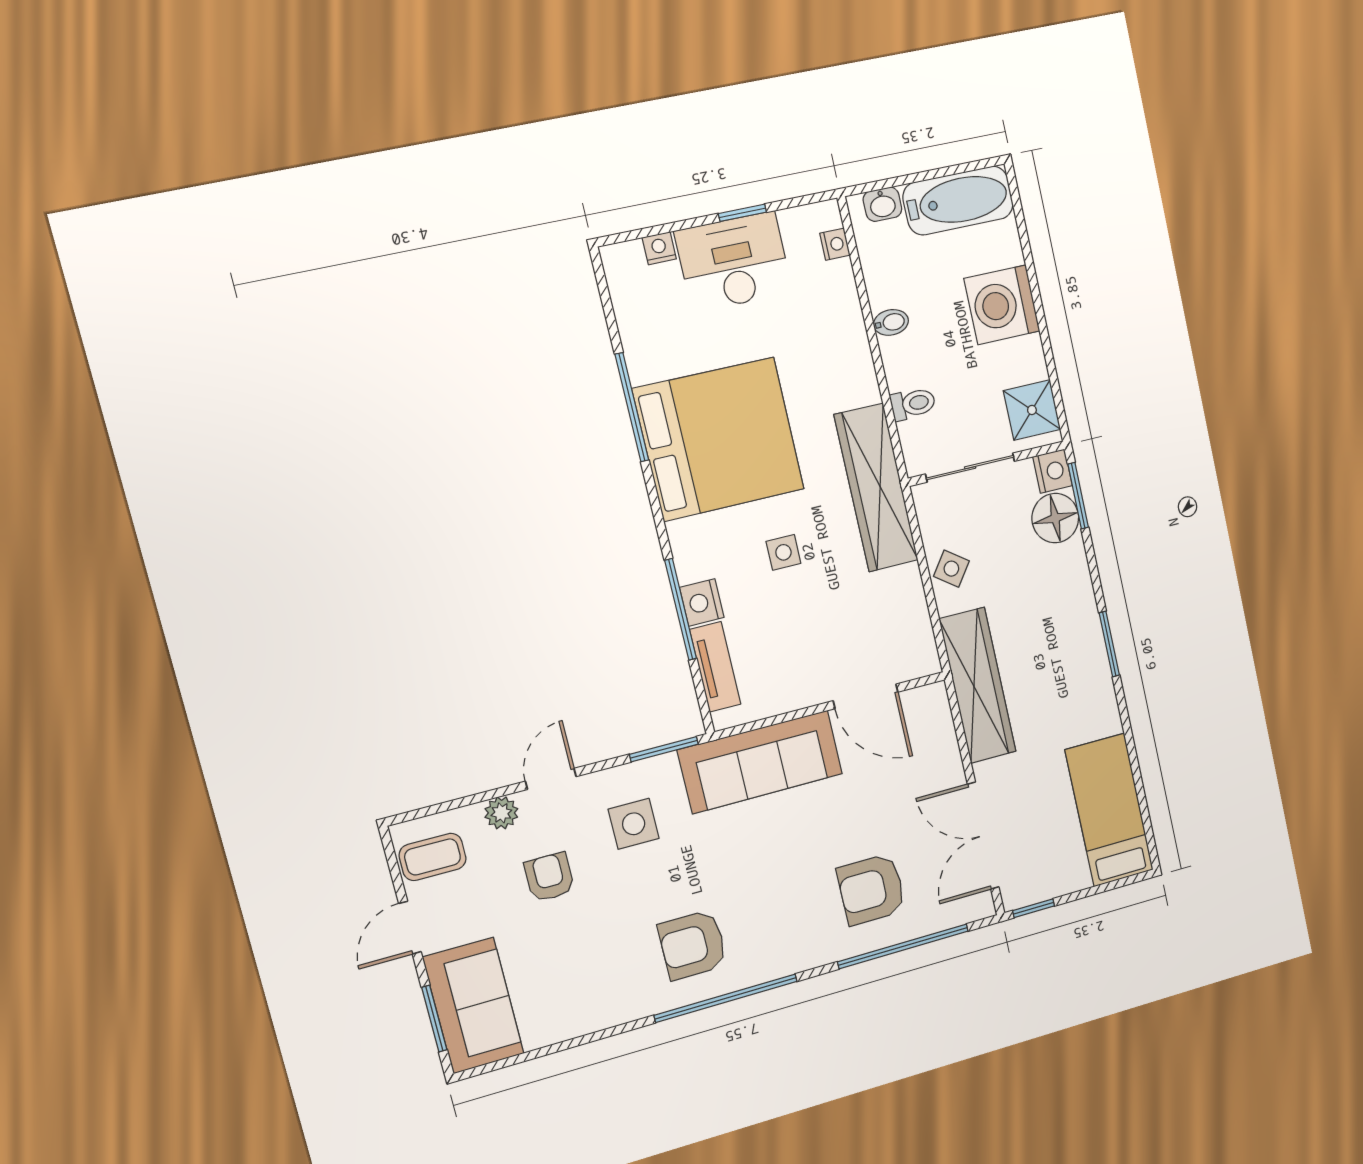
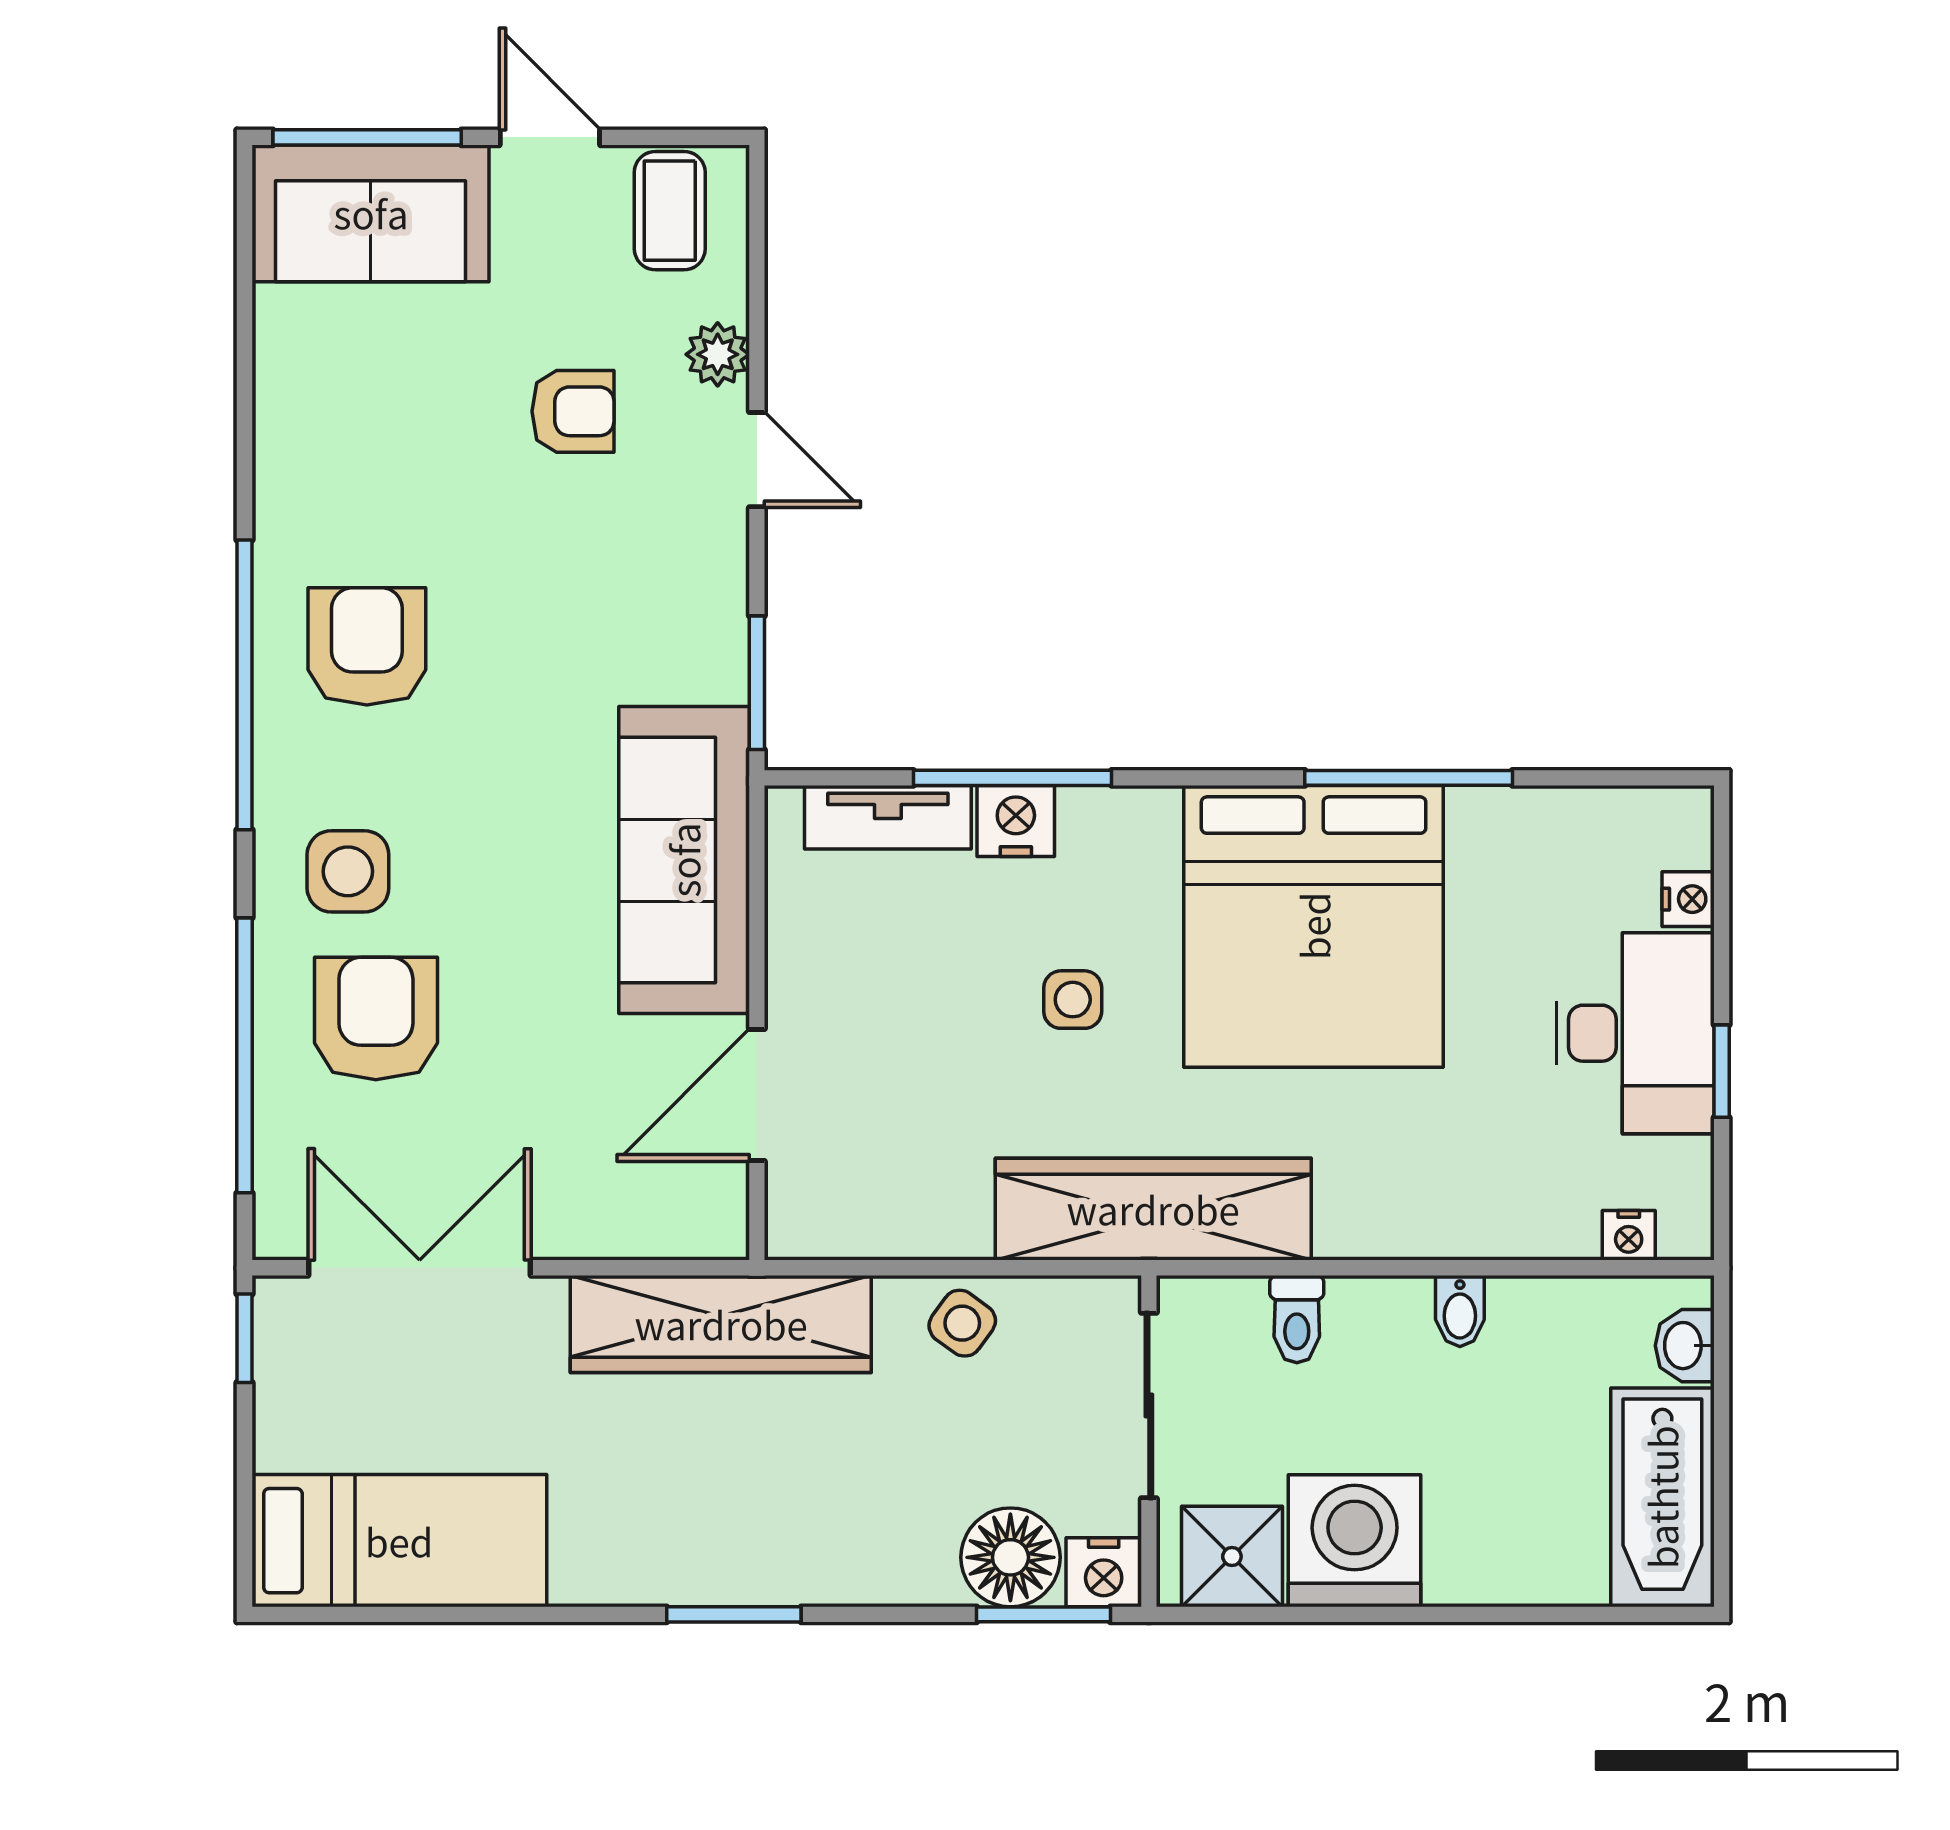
washing machine: (1002, 305) -> (1355, 1541), moved
side table: (634, 824) -> (348, 871), moved
window: (434, 1019) -> (367, 137), width x1.44

